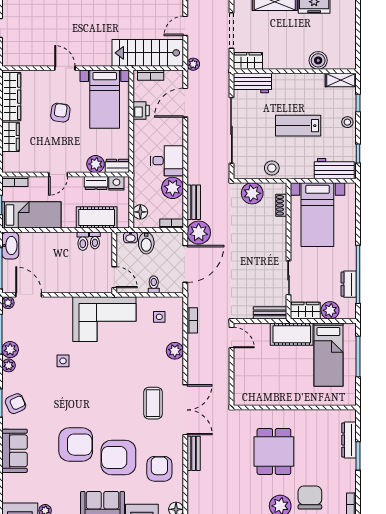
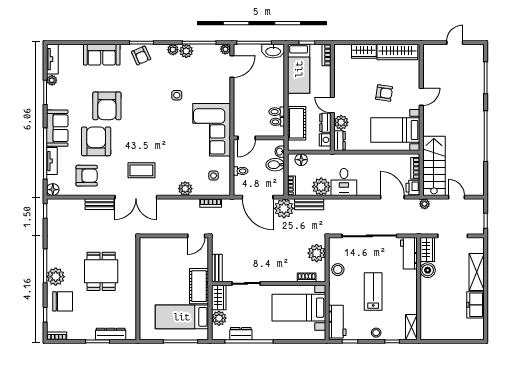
boiler: (318, 60) -> (428, 270), moved
printer: (141, 111) -> (413, 188), moved, turned 90
door: (58, 175) -> (332, 105), moved
dining table: (274, 451) -> (101, 271), turned 90

